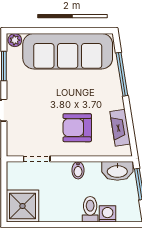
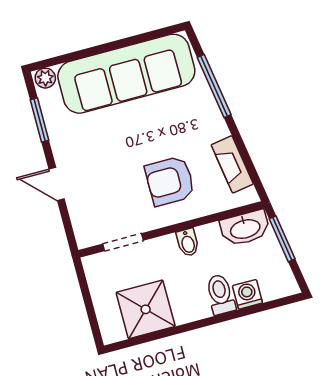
shower: (23, 206) -> (146, 309), moved

